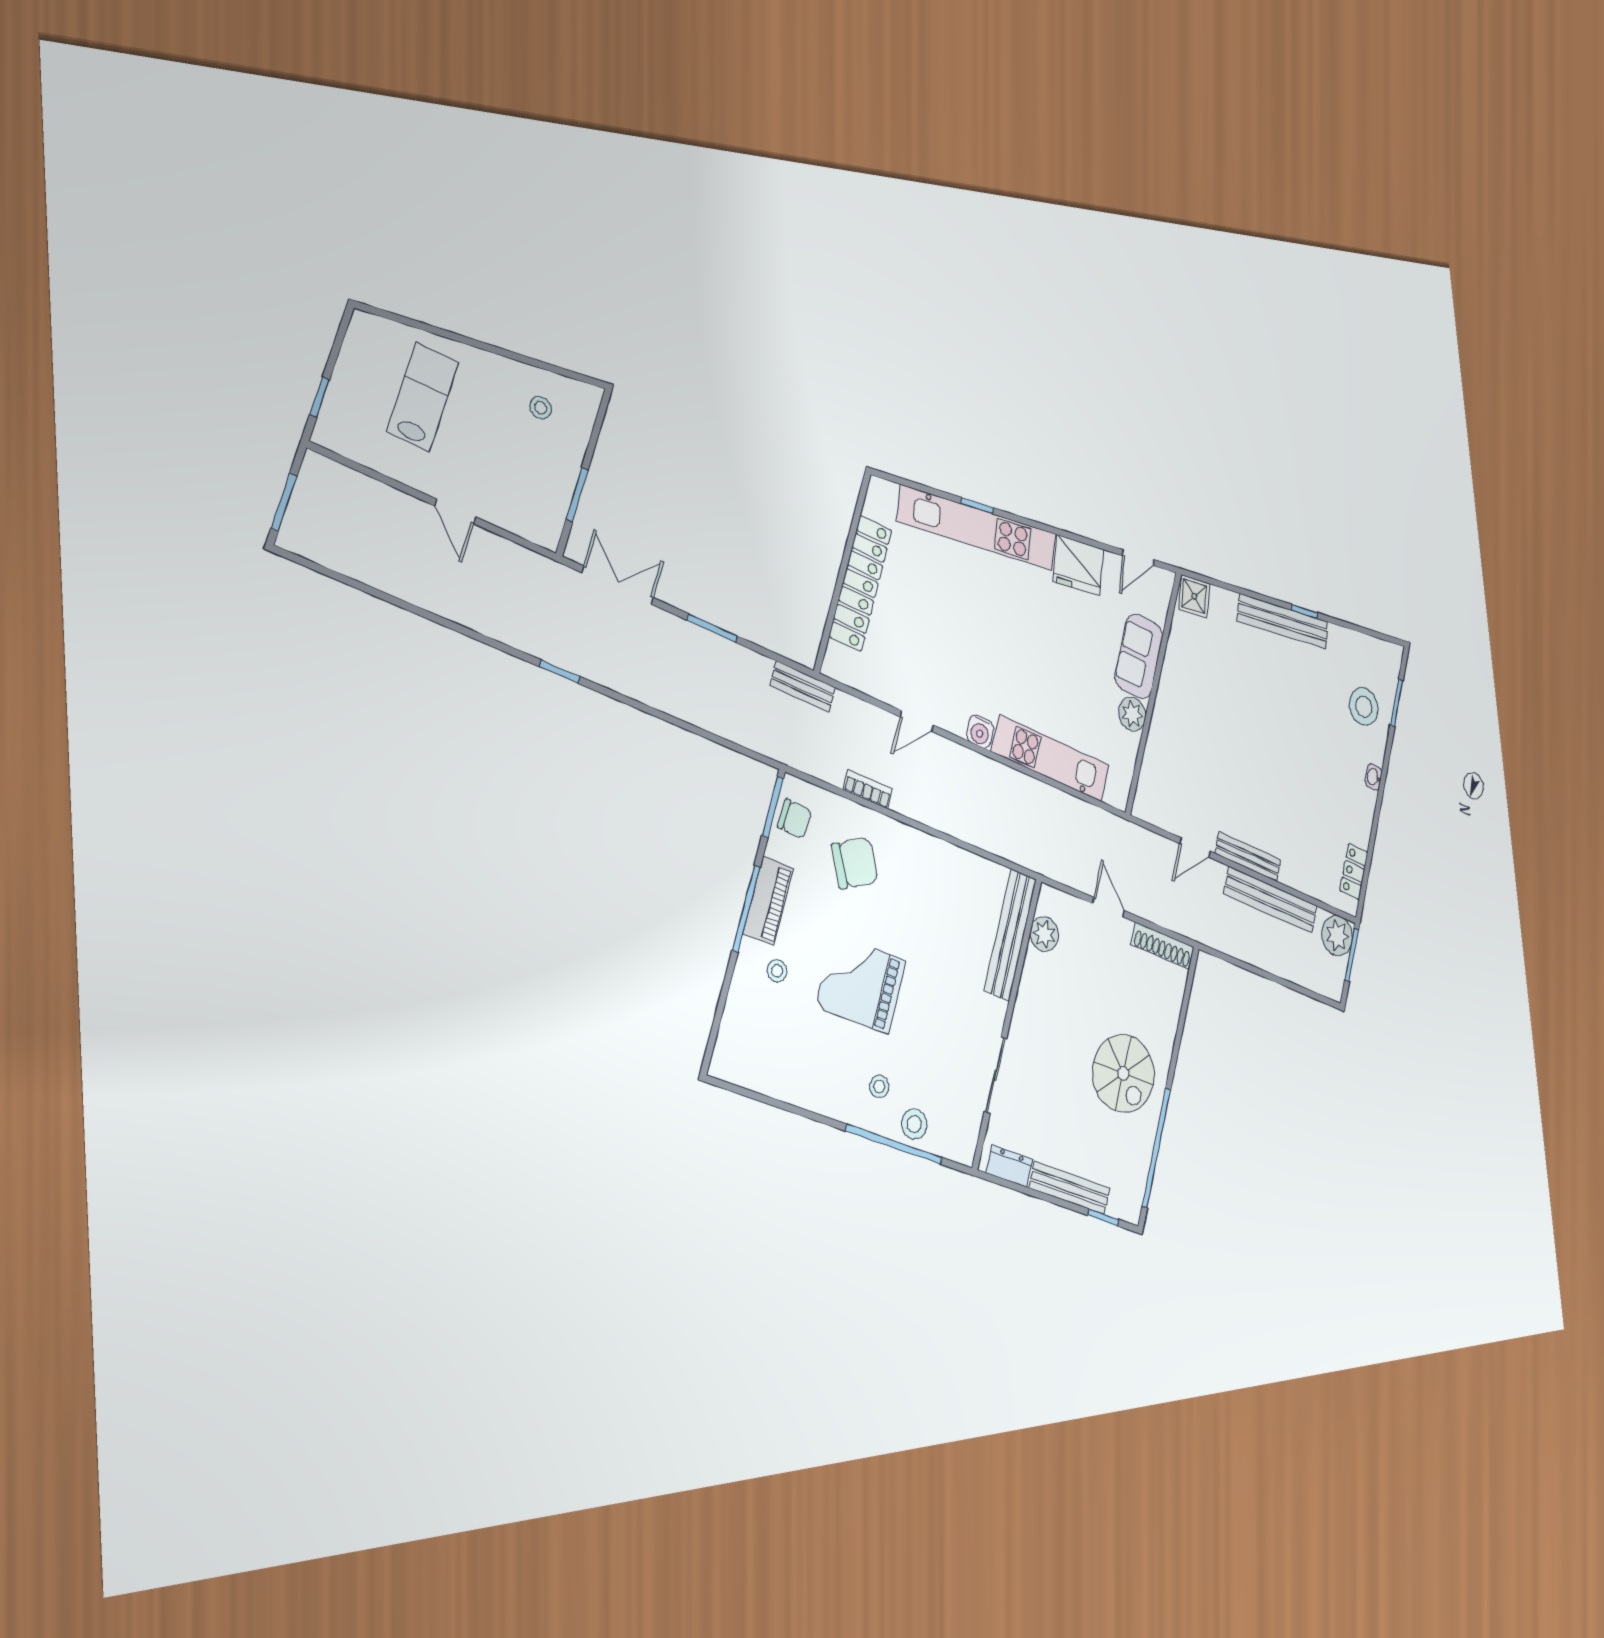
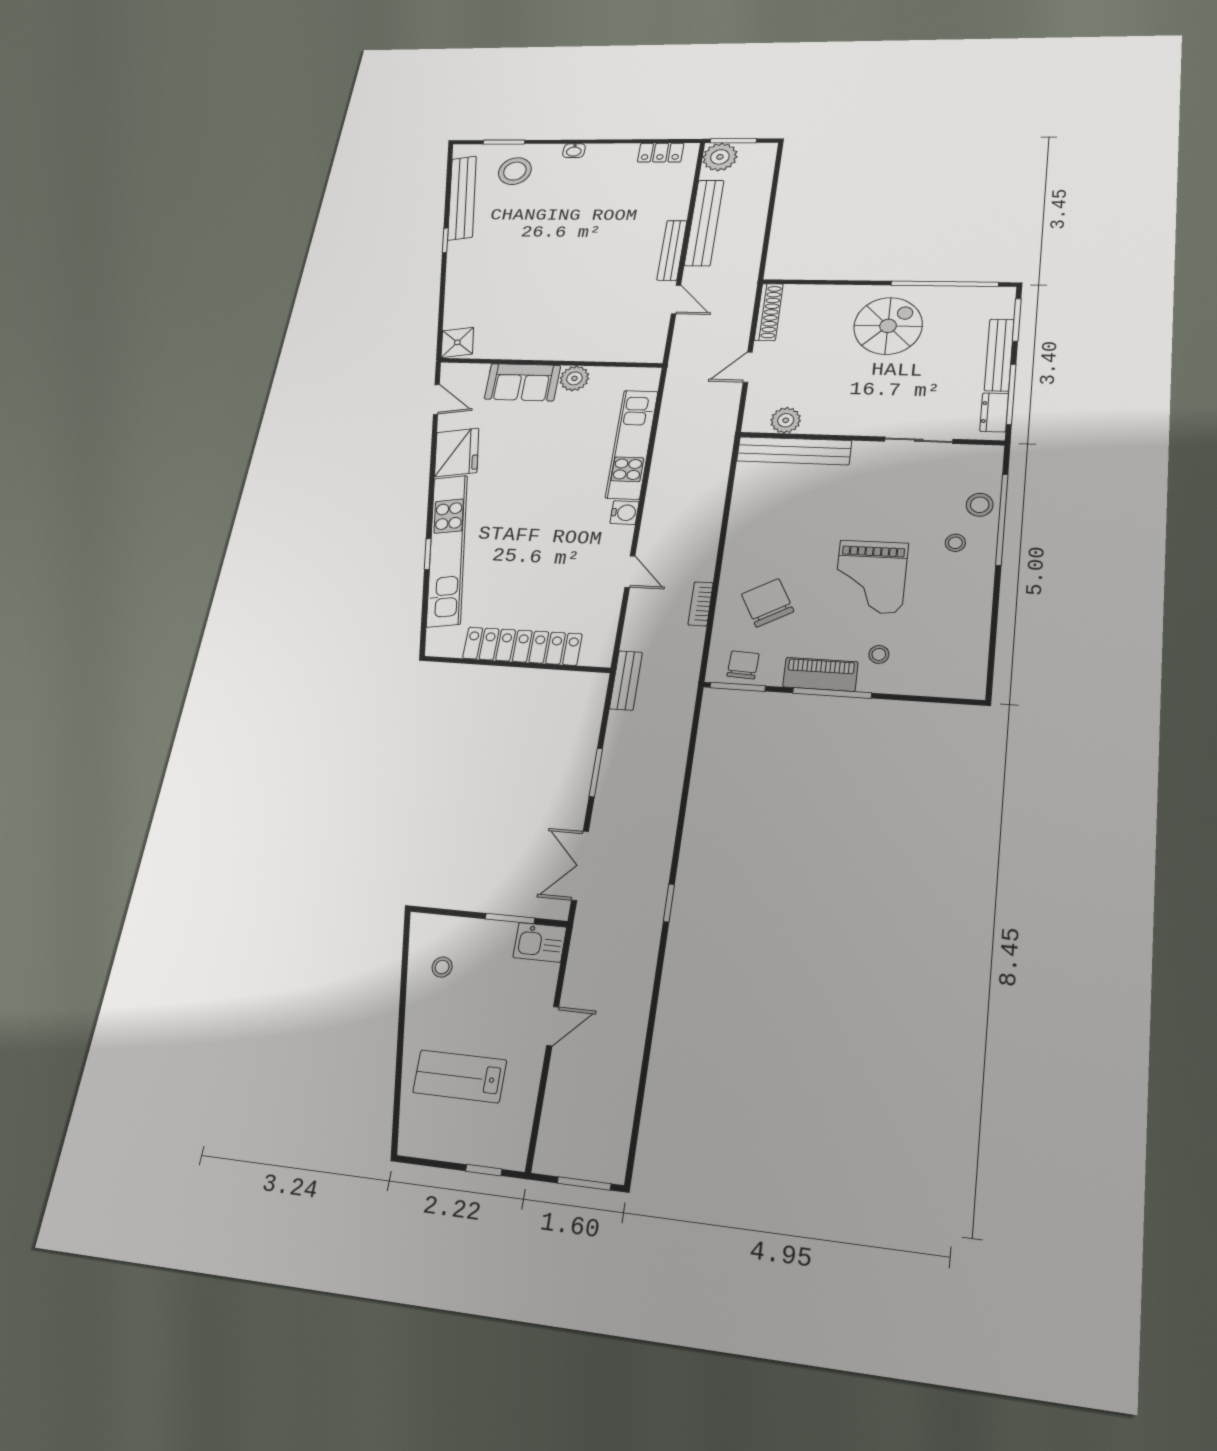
kitchen sink: (546, 520) -> (540, 942), added
bench: (1283, 621) -> (462, 198), moved
window: (1025, 1190) -> (1011, 394), added
window: (1103, 1217) -> (1017, 320), width x1.50

